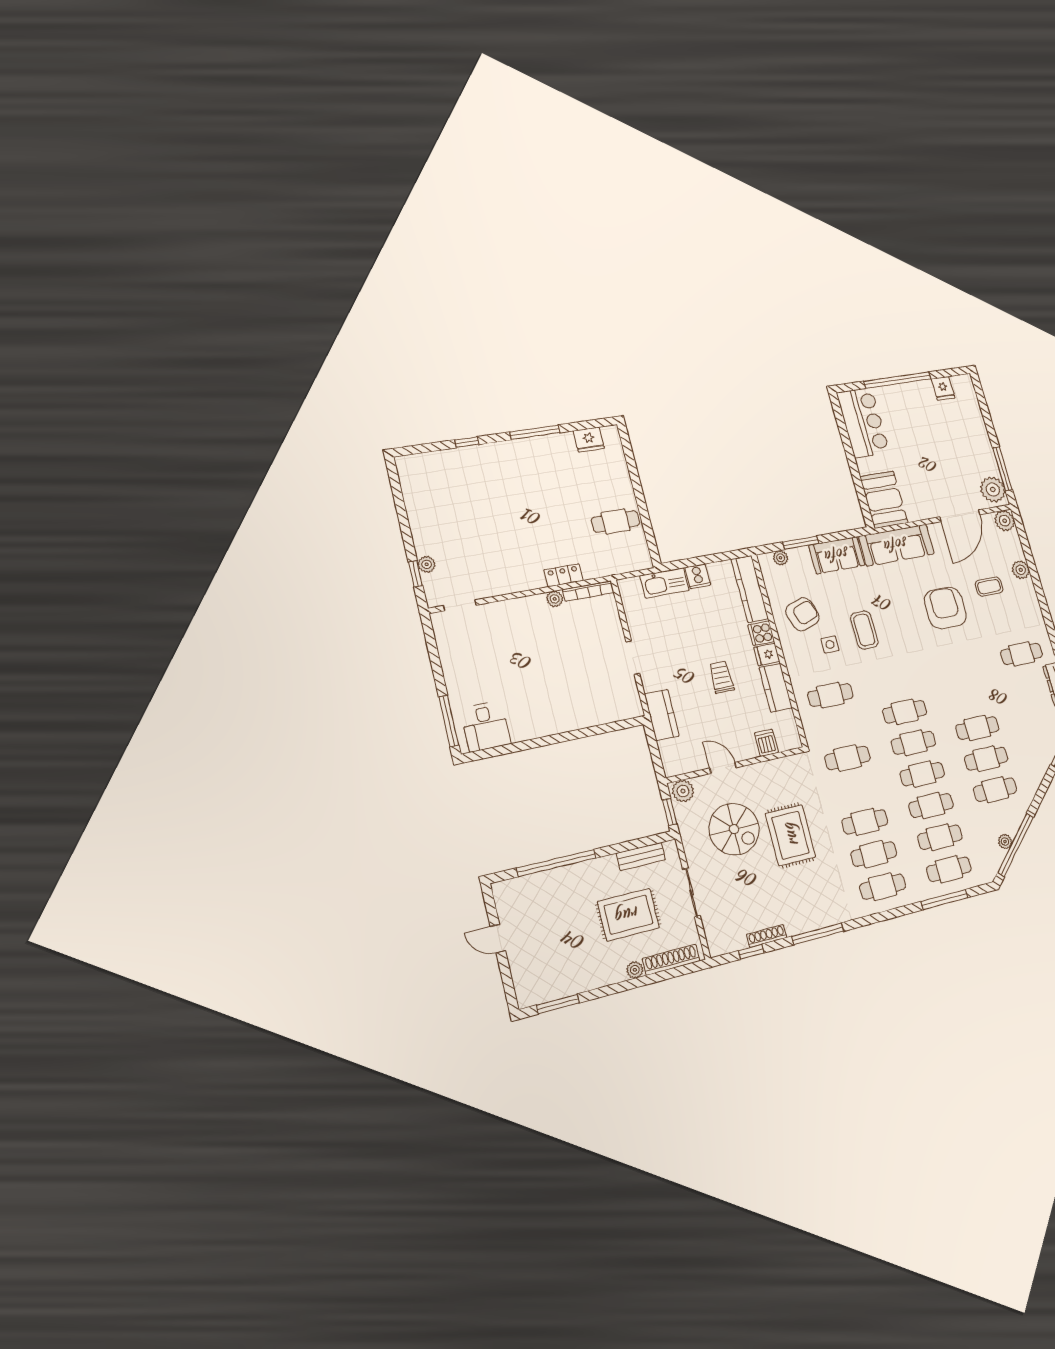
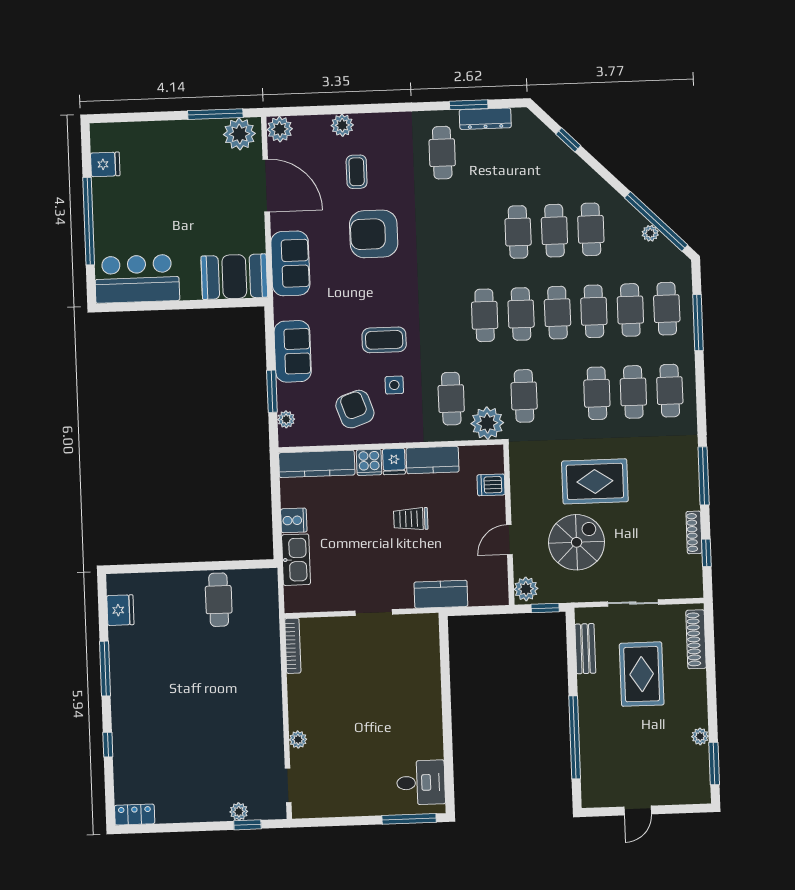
sofa: (896, 545) -> (290, 263), width x0.73
locker: (563, 575) -> (135, 815), moved, turned 90
plant: (555, 599) -> (298, 740), moved
plant: (817, 730) -> (487, 423), added
plant: (635, 970) -> (700, 736), moved

